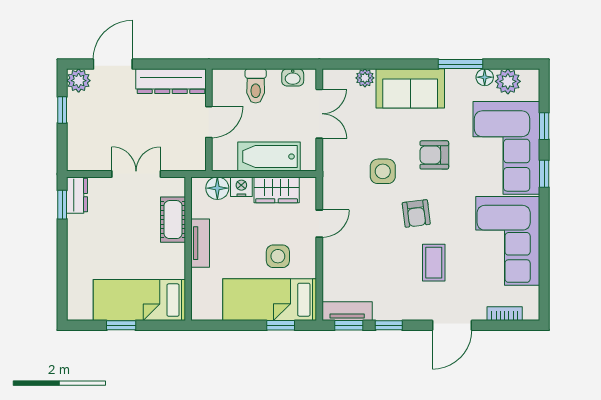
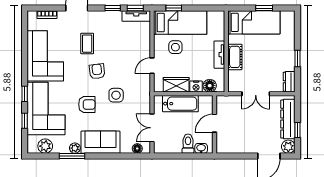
washbasin: (293, 77) -> (201, 148), moved
floor lamp: (485, 77) -> (137, 148), moved
plant: (365, 78) -> (75, 148), moved
dresser: (171, 81) -> (288, 119), moved, turned -90
window: (62, 205) -> (298, 58), moved
cot: (173, 220) -> (235, 57), moved

